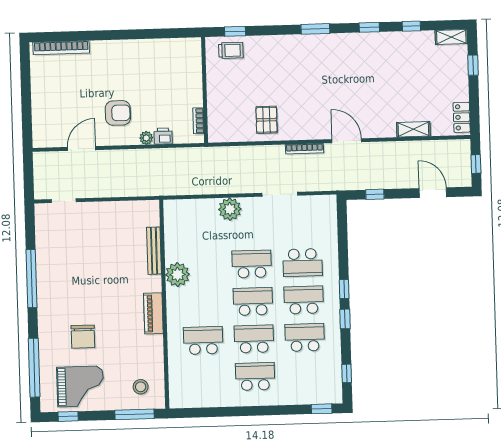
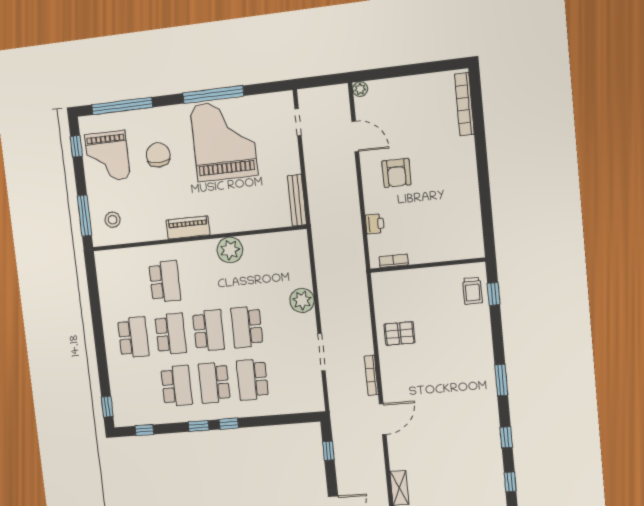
plant: (146, 138) -> (360, 89), moved
bench: (154, 251) -> (297, 200), moved, turned 90
school desk: (252, 264) -> (247, 327), turned 180
grand piano: (75, 272) -> (224, 140), added
school desk: (304, 300) -> (214, 383), turned 180
chair: (83, 337) -> (158, 155), turned 90

